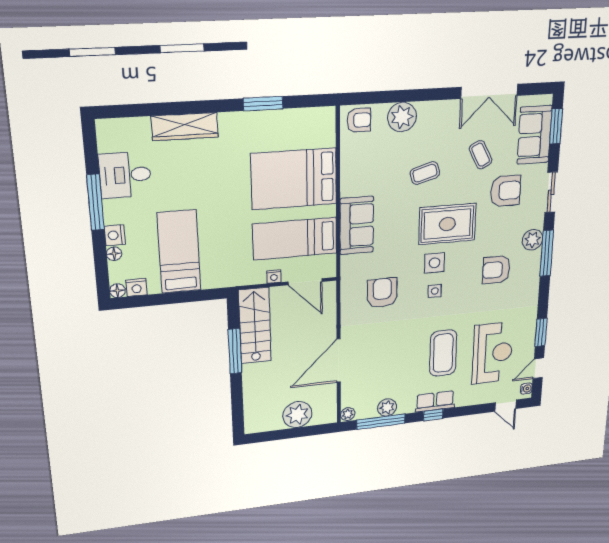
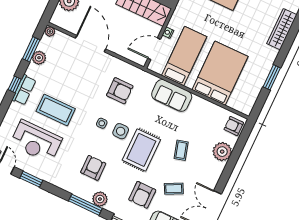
armchair: (359, 120) -> (234, 126), turned 90
window: (381, 422) -> (31, 49), width x0.69

